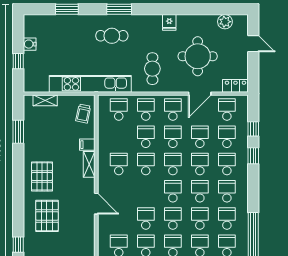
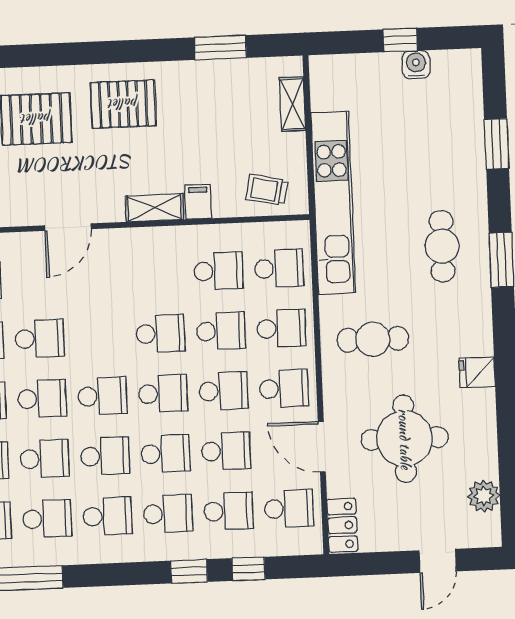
window: (18, 61) -> (400, 40), moved
school desk: (119, 164) -> (218, 271), moved

